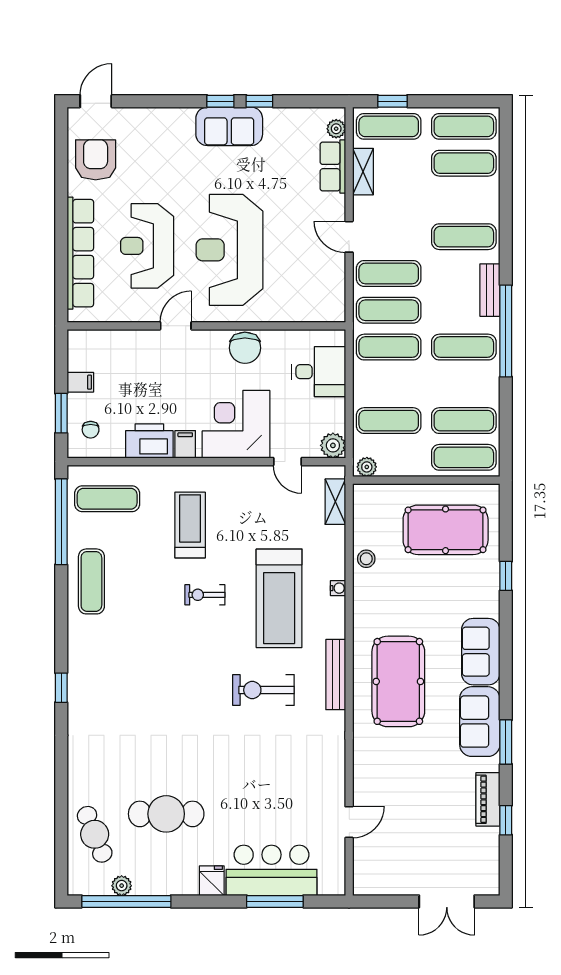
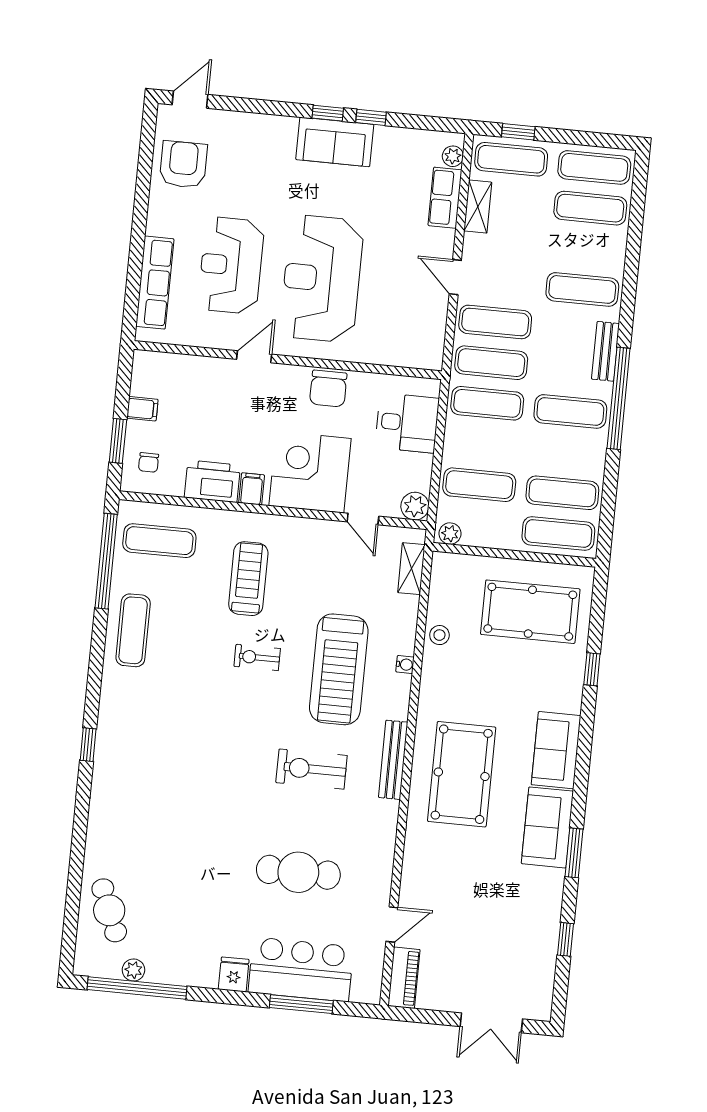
row of seats: (80, 253) -> (155, 283), width x0.73
piano: (488, 799) -> (404, 978), moved, turned 180
cafe table: (166, 814) -> (298, 872), moved

